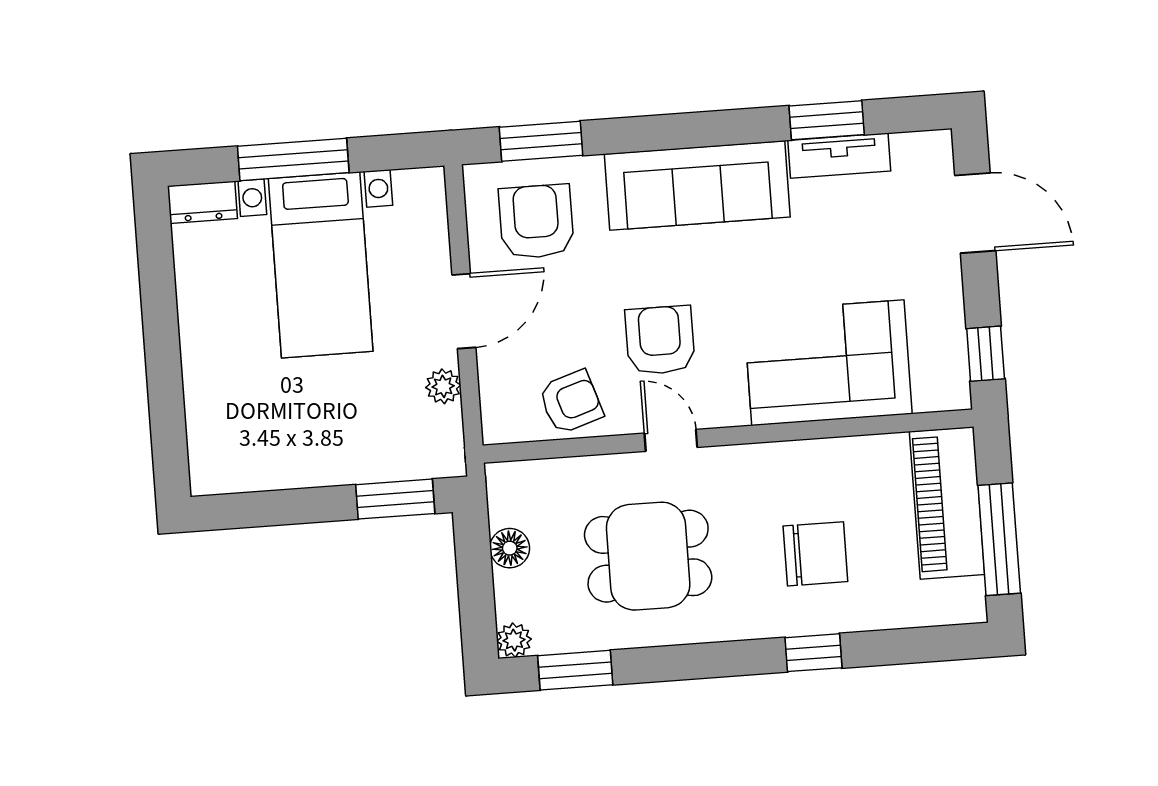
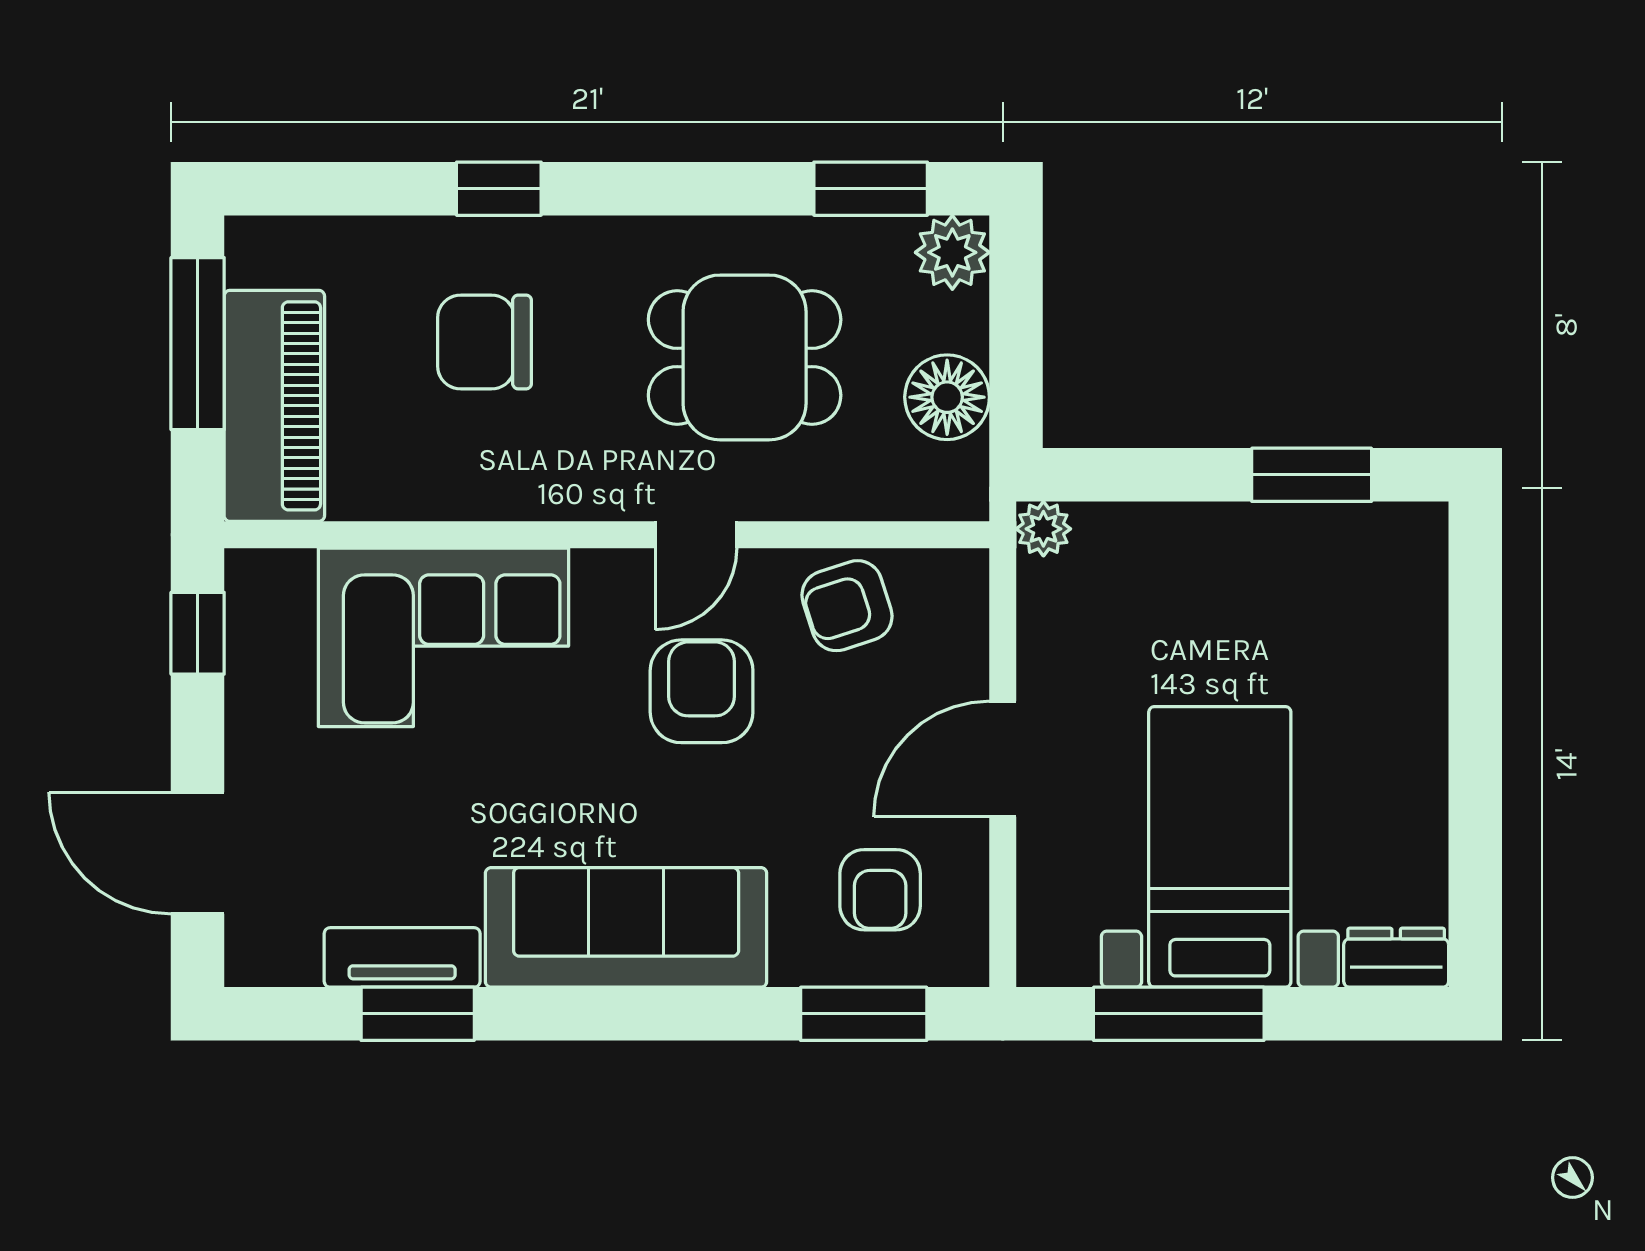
window: (293, 159) -> (1179, 1014), moved
armchair: (536, 222) -> (880, 890), width x0.72, depth x0.72
armchair: (660, 340) -> (702, 691), turned 180
plant: (443, 386) -> (1043, 529), moved
door: (671, 440) -> (696, 535), hinge flipped
window: (395, 499) -> (1312, 475), moved
floor lamp: (510, 548) -> (947, 397), width x1.38, depth x1.38
plant: (514, 640) -> (952, 252), width x1.38, depth x1.38

